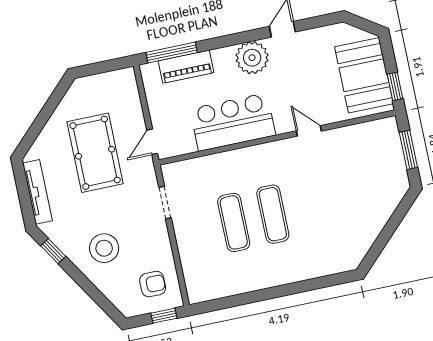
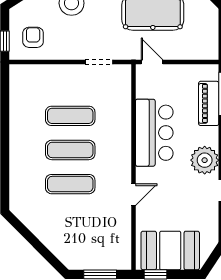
exercise mat: (312, 206) -> (70, 184), added
armchair: (153, 284) -> (33, 37), turned 180

